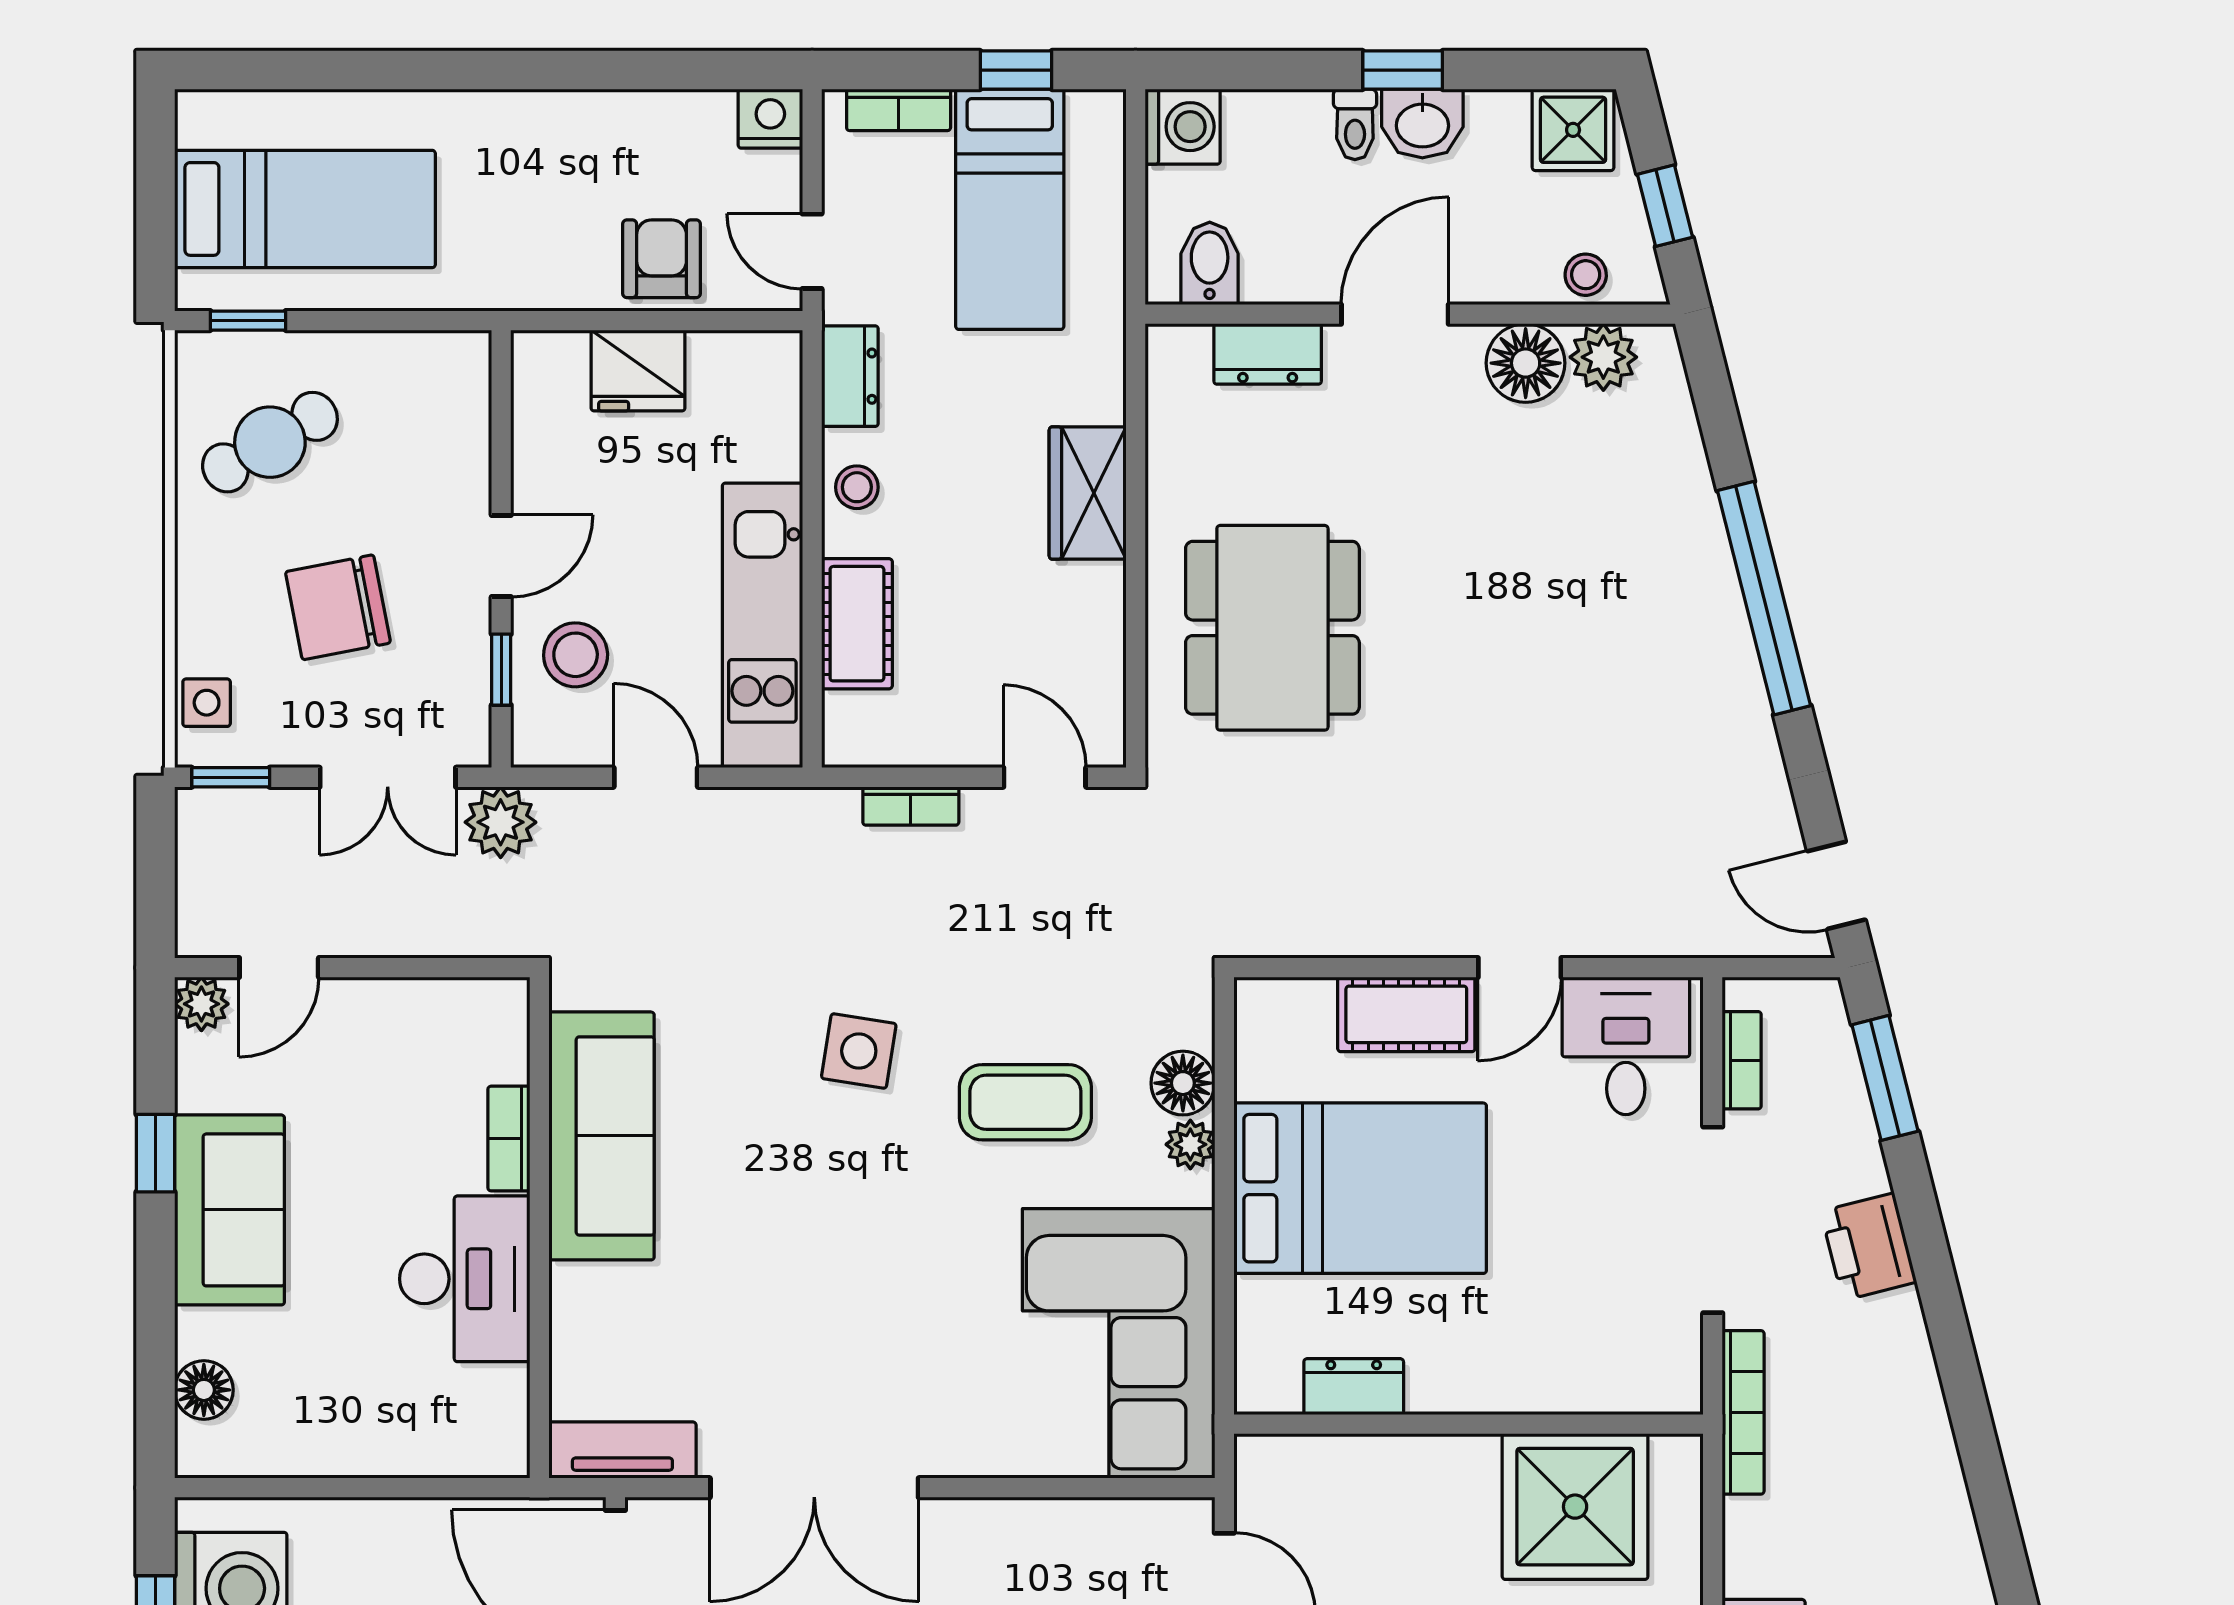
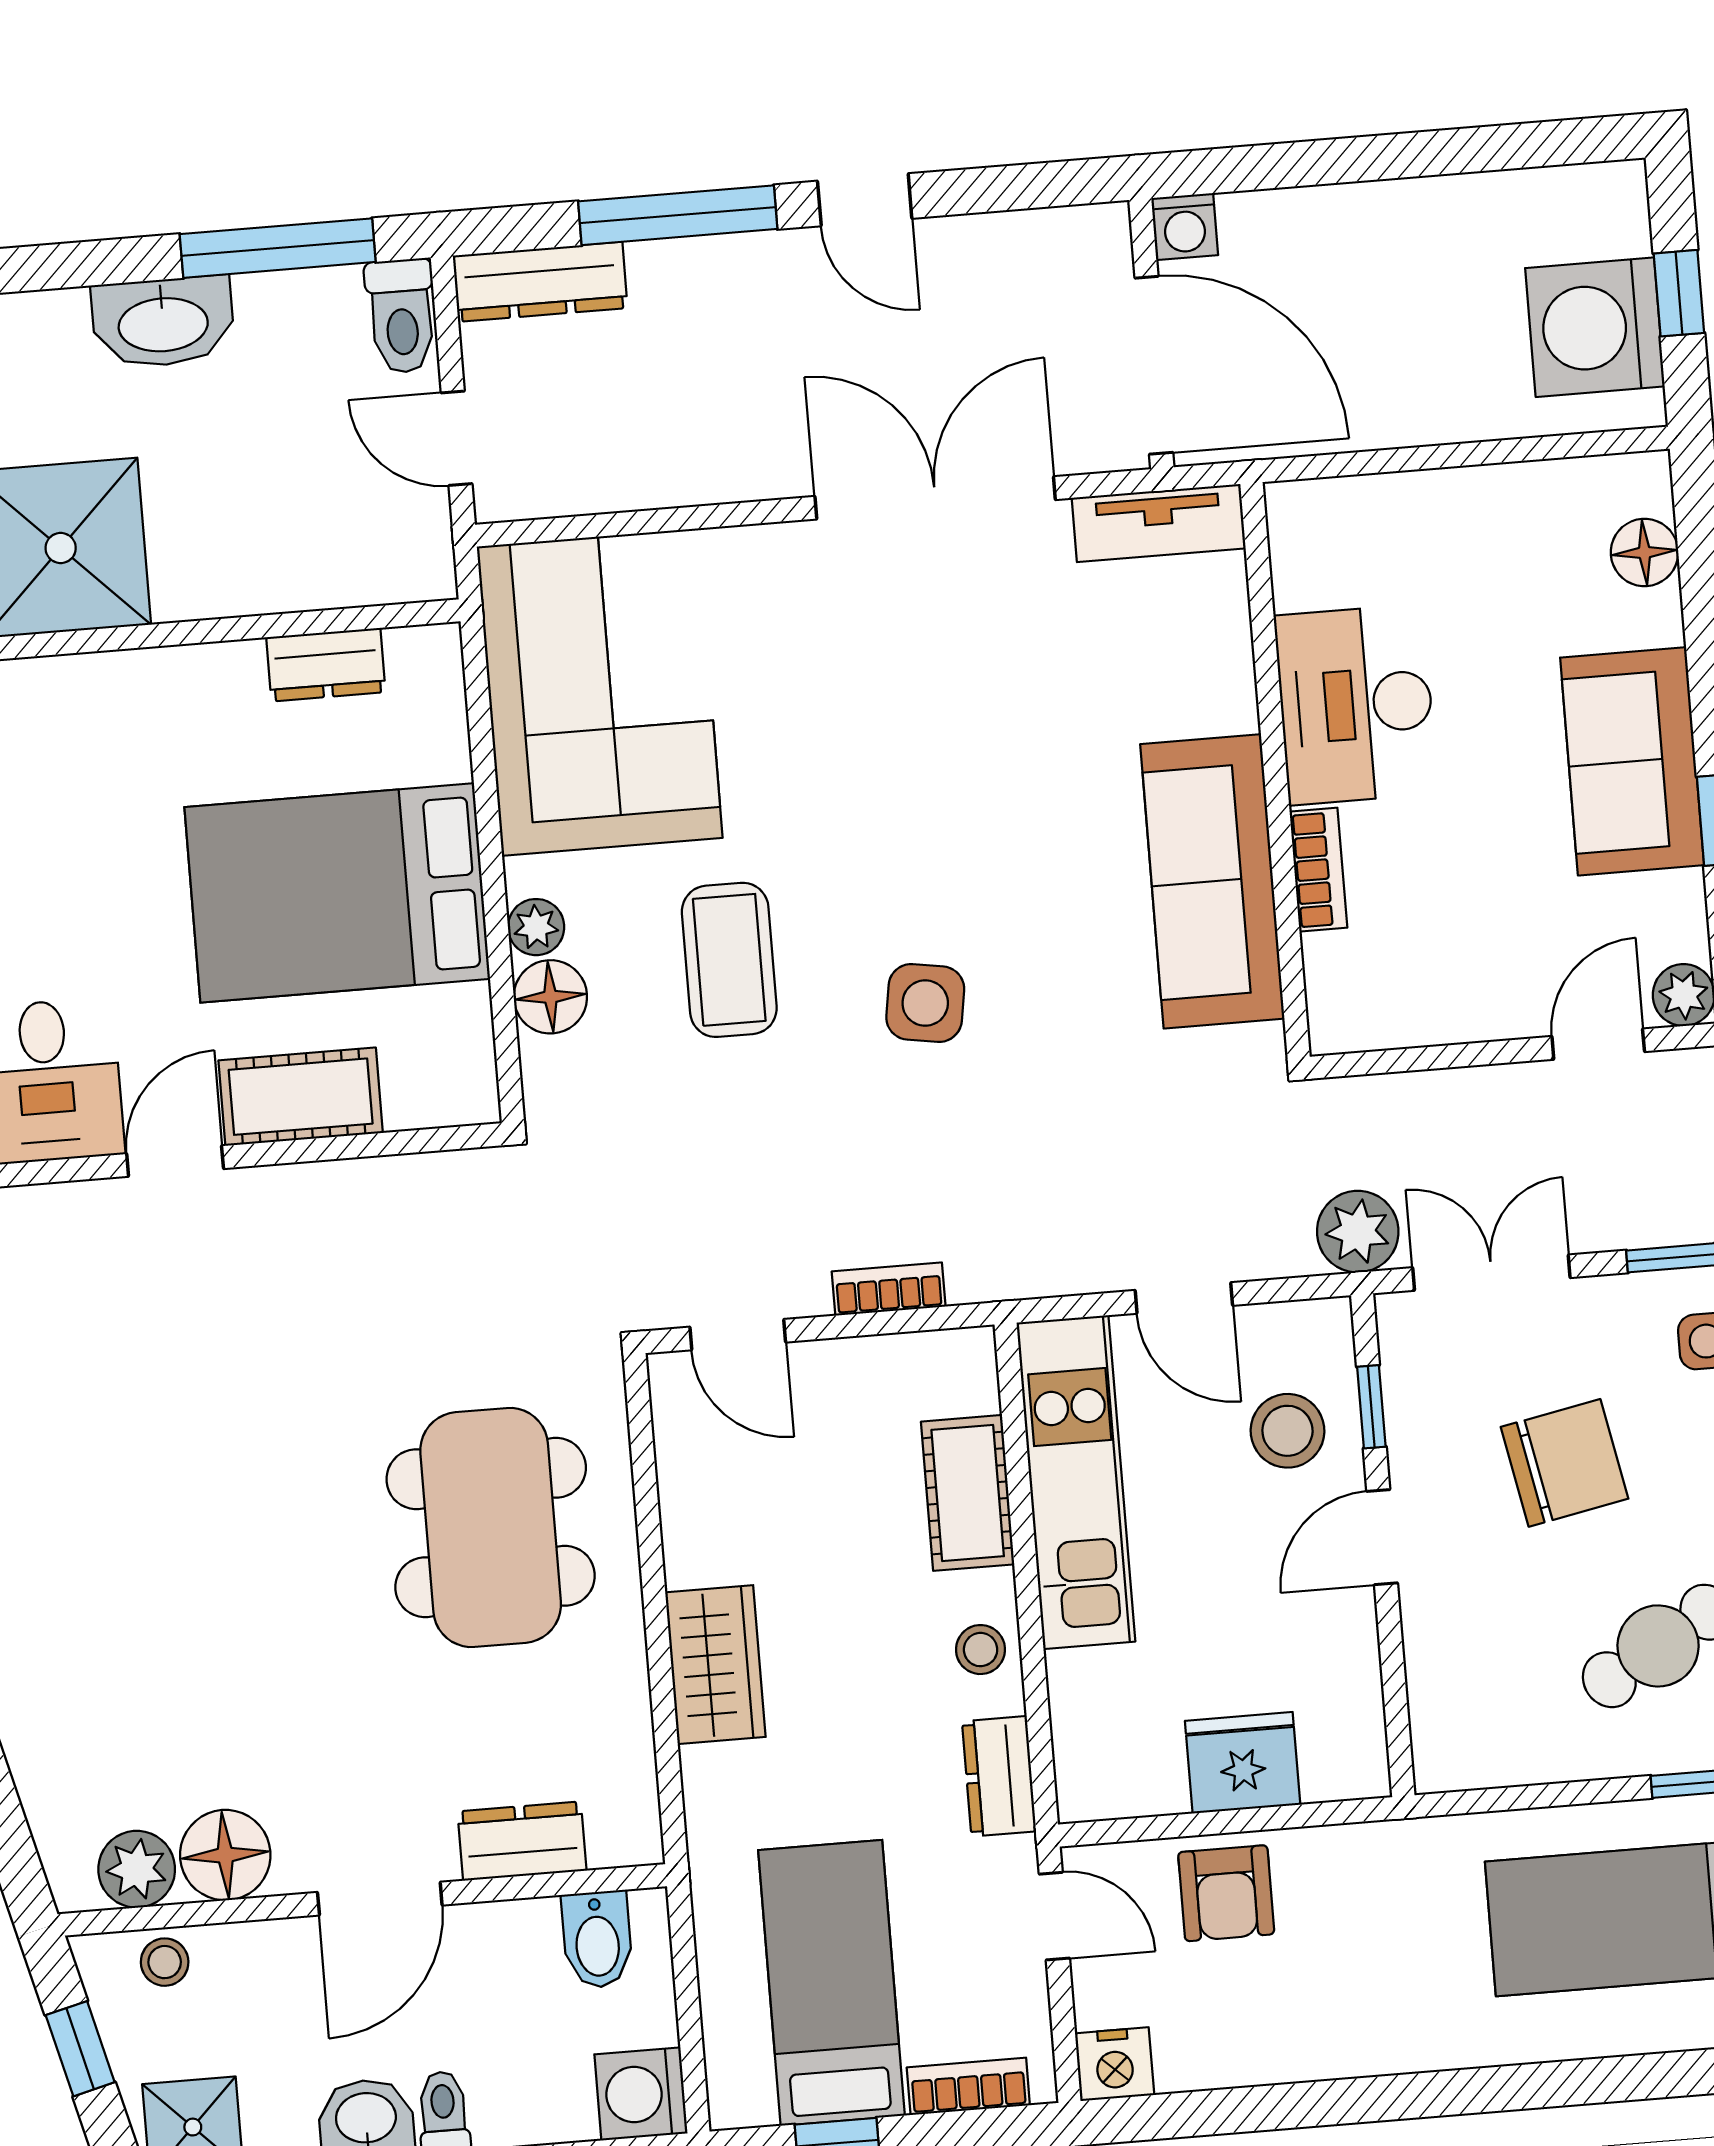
coffee table: (1025, 1102) -> (729, 960), turned 90

